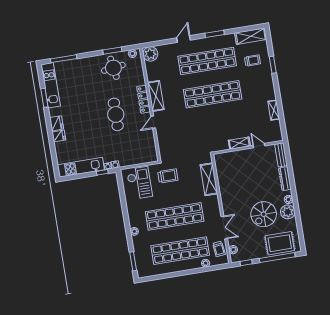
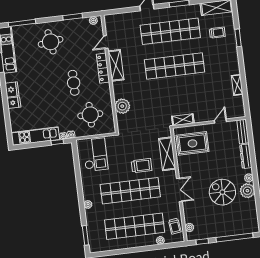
plant: (150, 54) -> (122, 106), moved
round table: (113, 68) -> (51, 42), moved
cafe table: (116, 114) -> (74, 83), width x0.73, depth x0.74
door: (153, 122) -> (106, 42), moved
shelving: (239, 143) -> (183, 120), moved
round table: (133, 145) -> (90, 115), added
door: (259, 146) -> (220, 121), hinge flipped
trolley: (168, 176) -> (142, 166), moved
spiral stairs: (264, 214) -> (222, 192), turned 90
double door: (224, 228) -> (179, 190), moved
rug: (280, 243) -> (192, 143), moved

